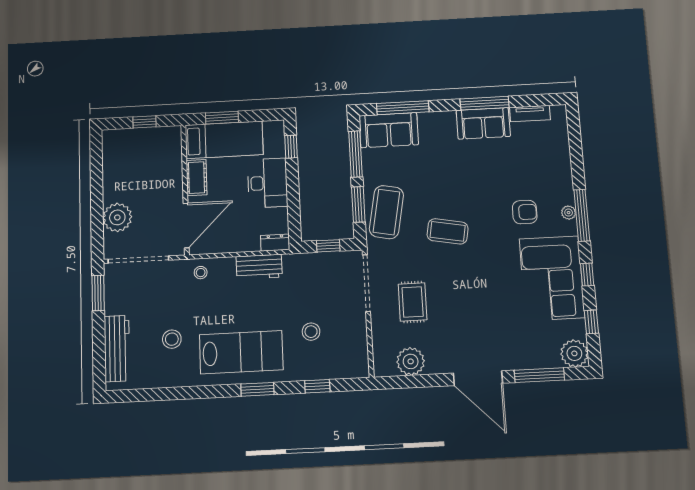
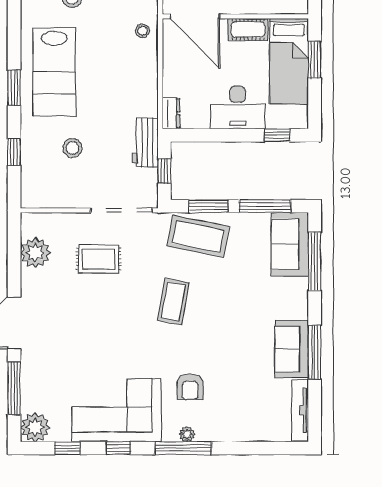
tv unit: (530, 114) -> (300, 410), width x1.41
workbench: (259, 267) -> (145, 142), moved

